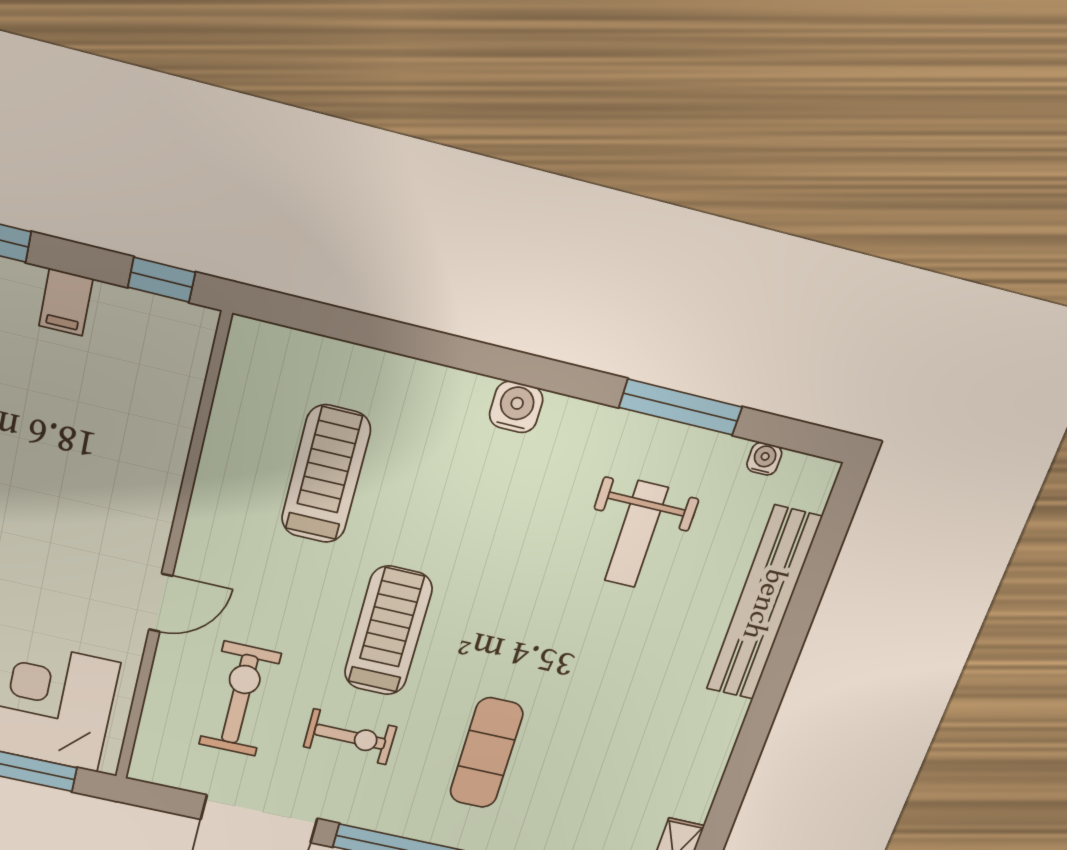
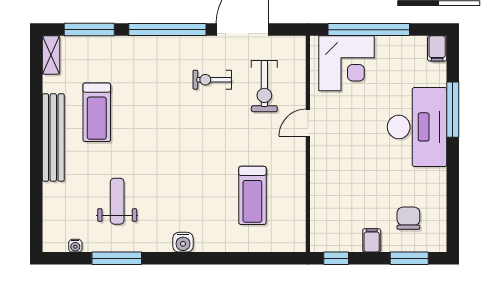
bench: (764, 604) -> (53, 137), moved
treadmill: (388, 631) -> (97, 112), moved
exercise mat: (486, 753) -> (150, 86), removed

